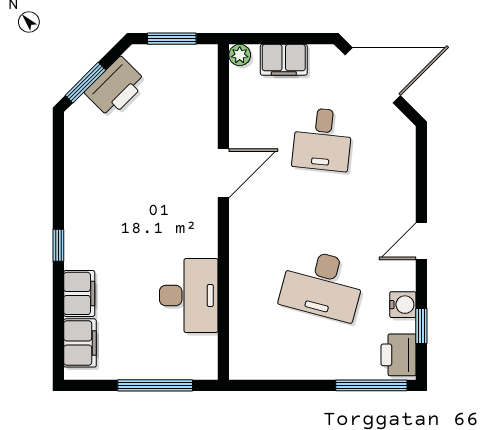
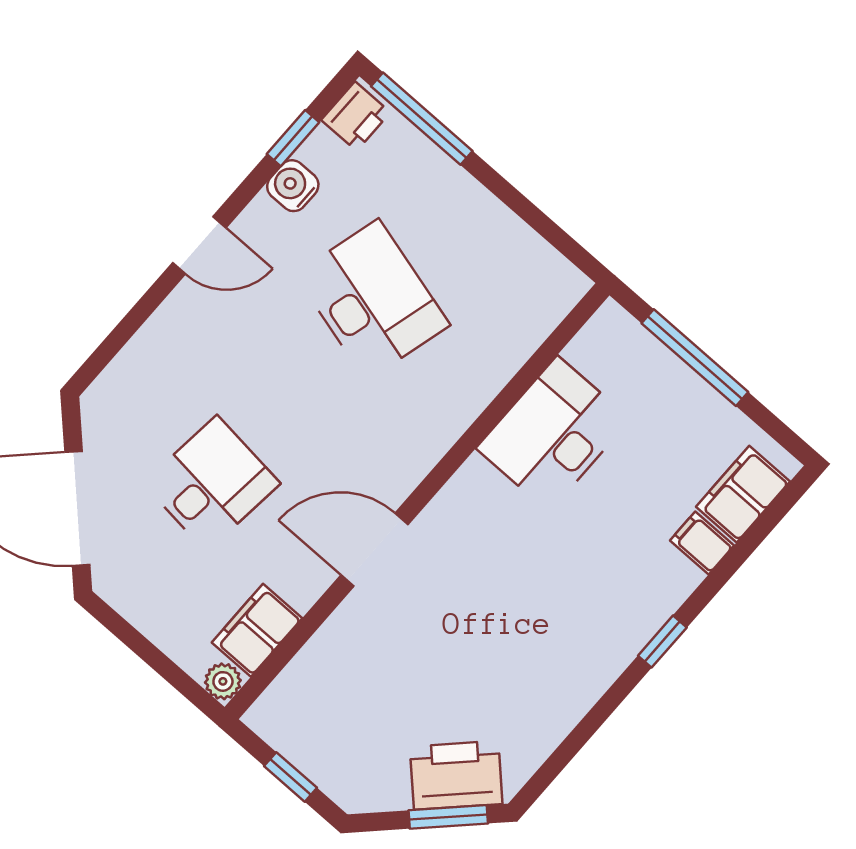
window: (172, 39) -> (291, 777), width x0.67
filing cabinet: (284, 60) -> (257, 630), moved, turned -90
printer: (116, 87) -> (456, 775), moved
filing cabinet: (79, 293) -> (702, 543), width x0.50
printer: (399, 355) -> (356, 116), width x0.73, depth x0.81

